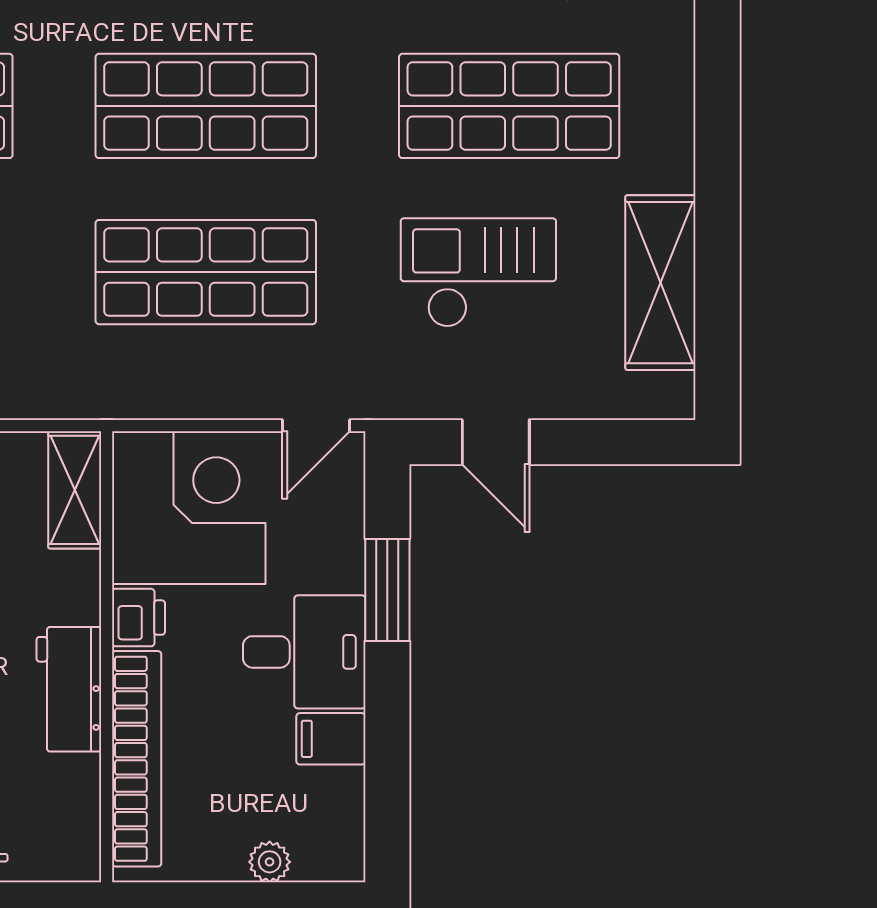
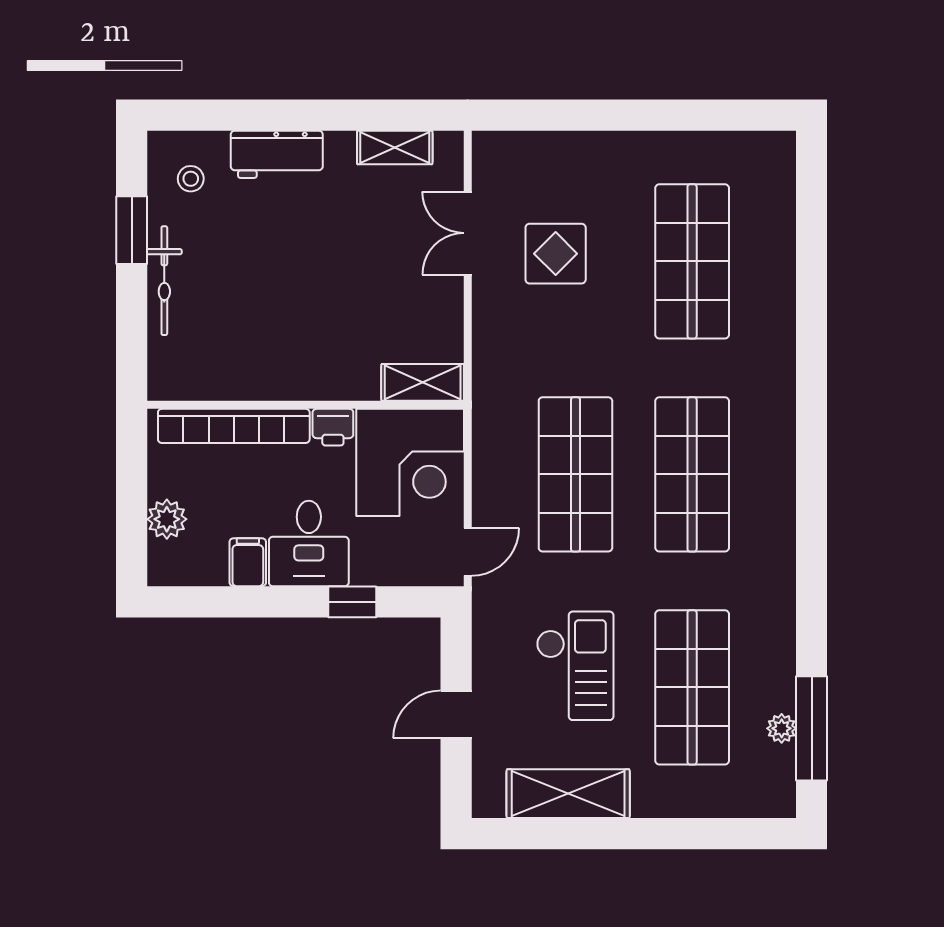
door: (316, 426) -> (468, 552), swing flipped
door: (496, 442) -> (456, 714), moved
window: (387, 590) -> (352, 602), width x0.67
workbench: (69, 689) -> (283, 378), removed
plant: (270, 862) -> (167, 519), width x1.38, depth x1.38

